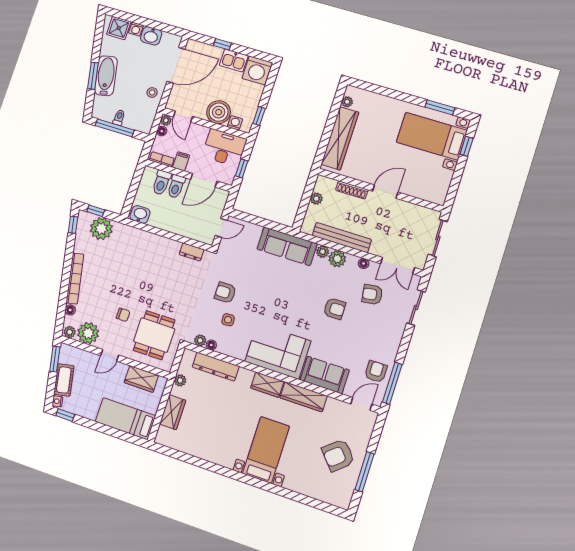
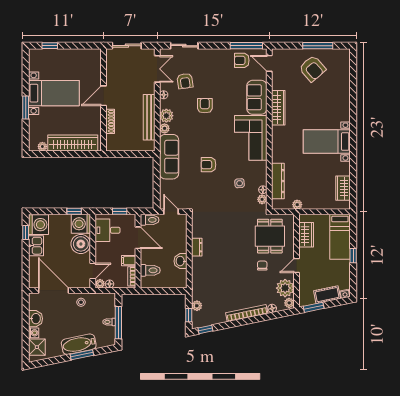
window: (222, 44) -> (26, 233), moved
window: (440, 107) -> (26, 108), moved
washing machine: (235, 123) -> (81, 224), width x1.89, depth x1.89
bed with nightstands: (432, 136) -> (54, 93), moved, turned -90
desk: (224, 148) -> (108, 230), width x0.73
toilet: (176, 186) -> (150, 220), moved
door: (385, 192) -> (104, 96), hinge flipped
plant: (316, 199) -> (125, 146), removed
washbasin: (140, 214) -> (181, 261), moved
plant: (101, 229) -> (197, 306), width x0.53, depth x0.53
dresser: (192, 252) -> (197, 247), moved
armchair: (225, 293) -> (208, 165), moved, turned 90
dining table: (154, 335) -> (270, 236), turned 90
door: (110, 355) -> (297, 265), swing flipped
wardrobe: (267, 385) -> (278, 138), removed
wardrobe: (173, 412) -> (343, 188), moved, turned -90
window: (65, 415) -> (353, 256), moved
bed with nightstands: (266, 450) -> (327, 142), moved

